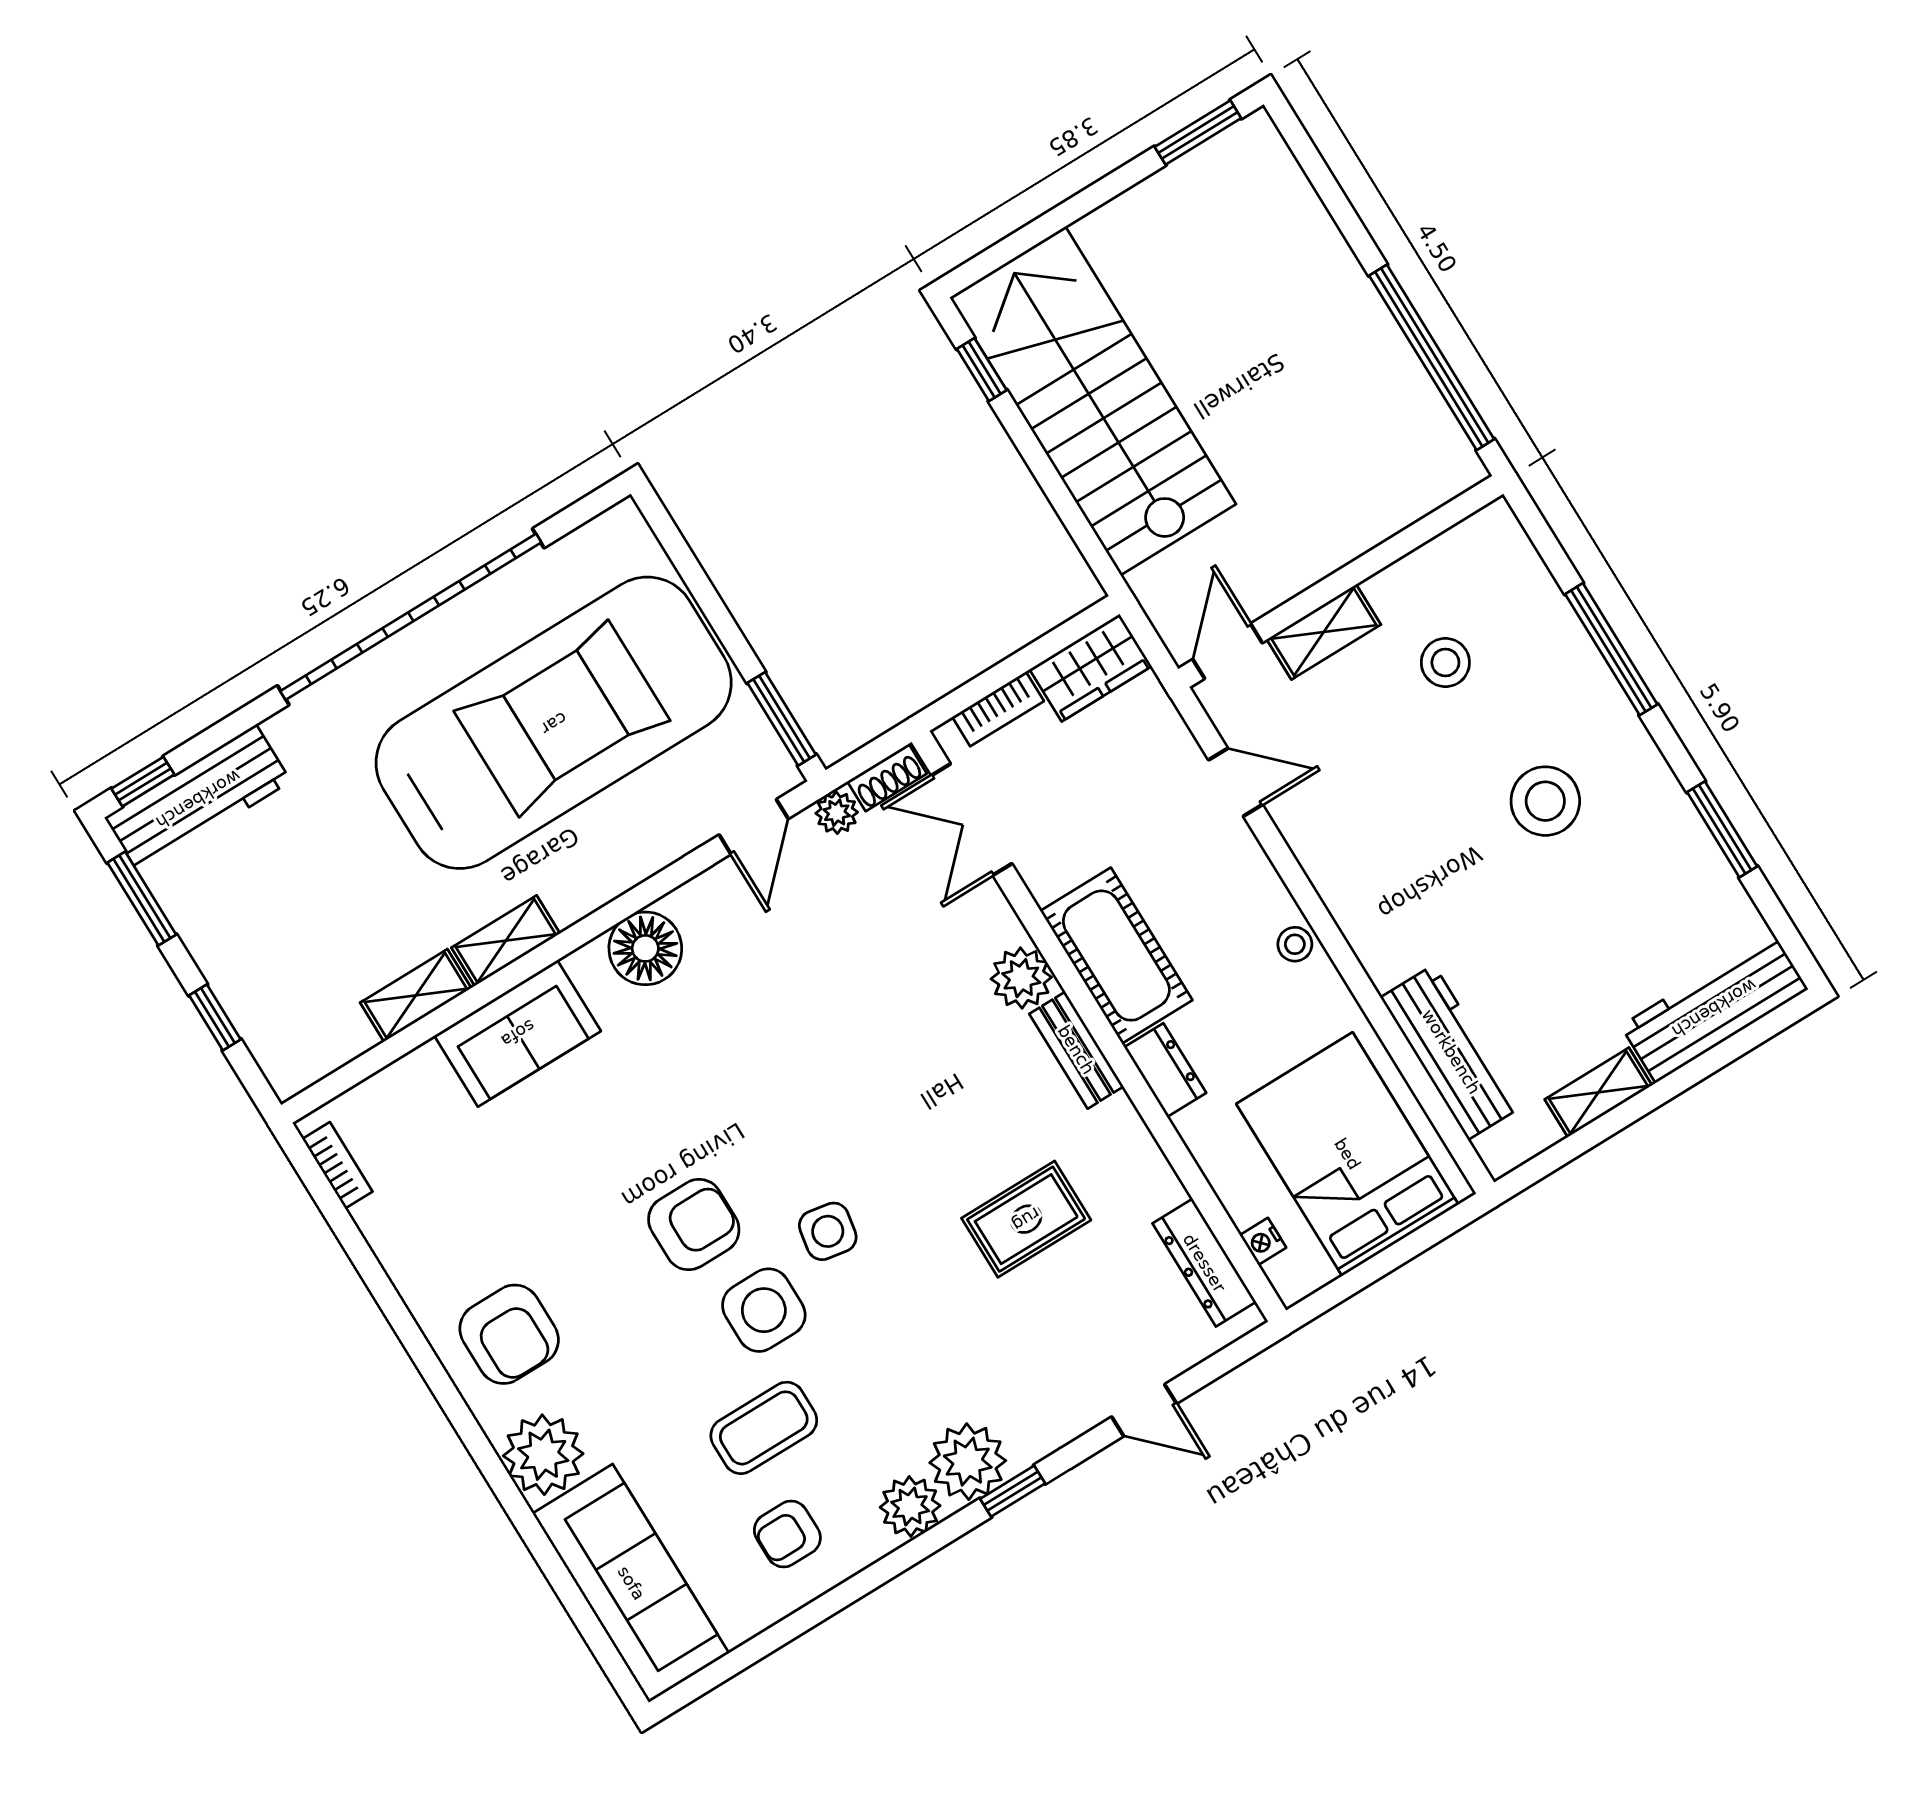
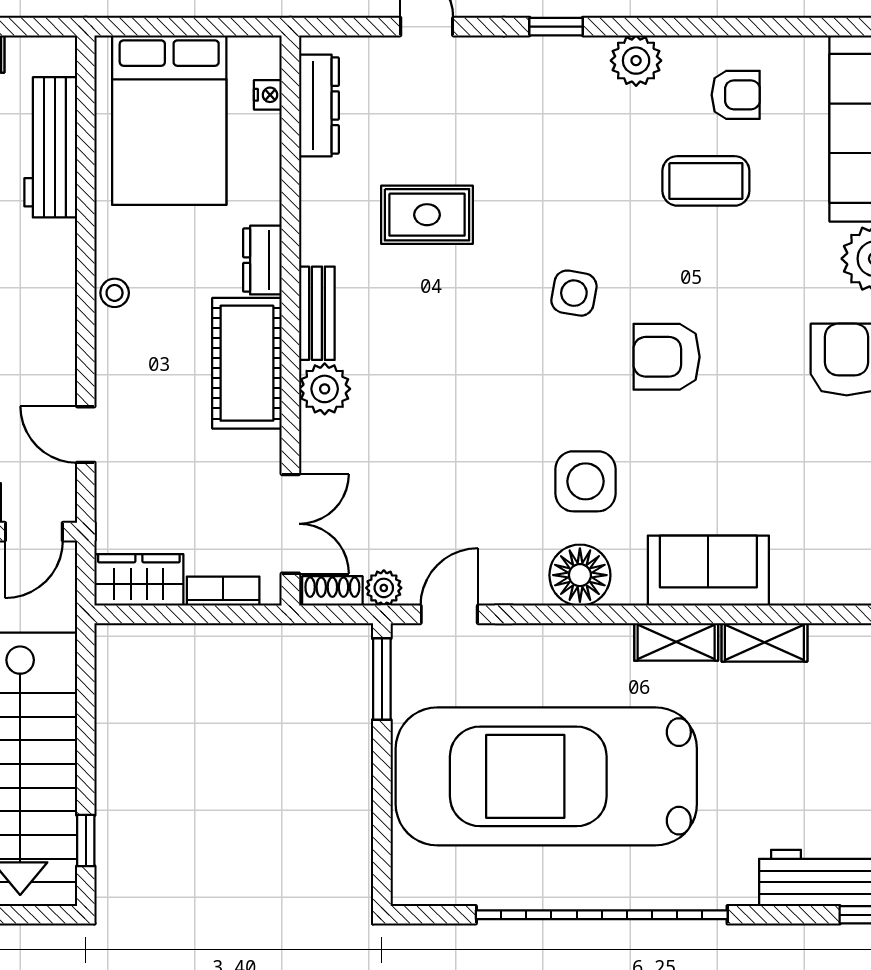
side table: (764, 1310) -> (586, 481), moved
plant: (968, 1462) -> (575, 67), removed

